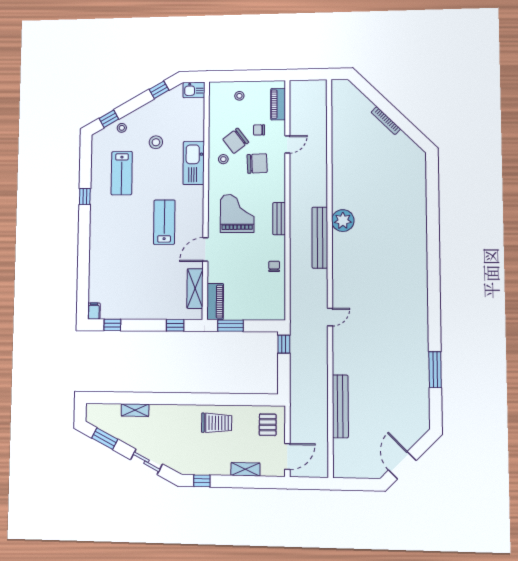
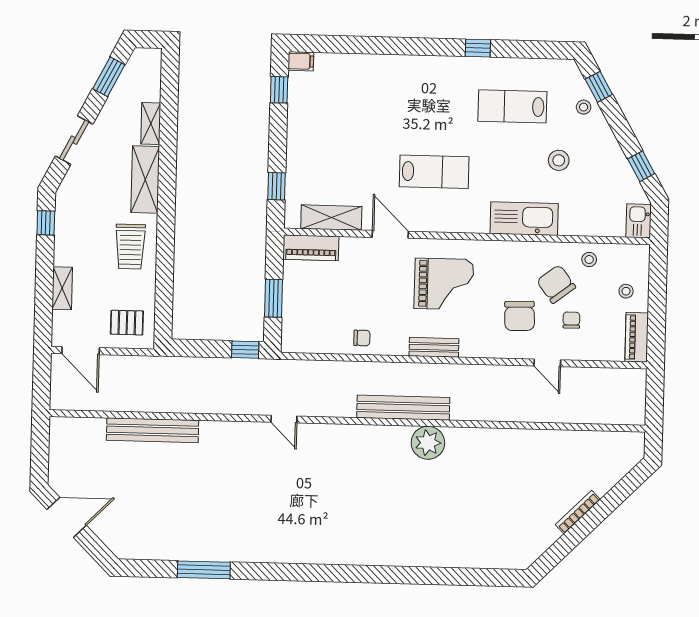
piano: (278, 104) -> (637, 337), moved, turned -90
stool: (223, 159) -> (589, 260), moved
window: (230, 326) -> (274, 298), moved
shelving: (172, 413) -> (145, 179), added

